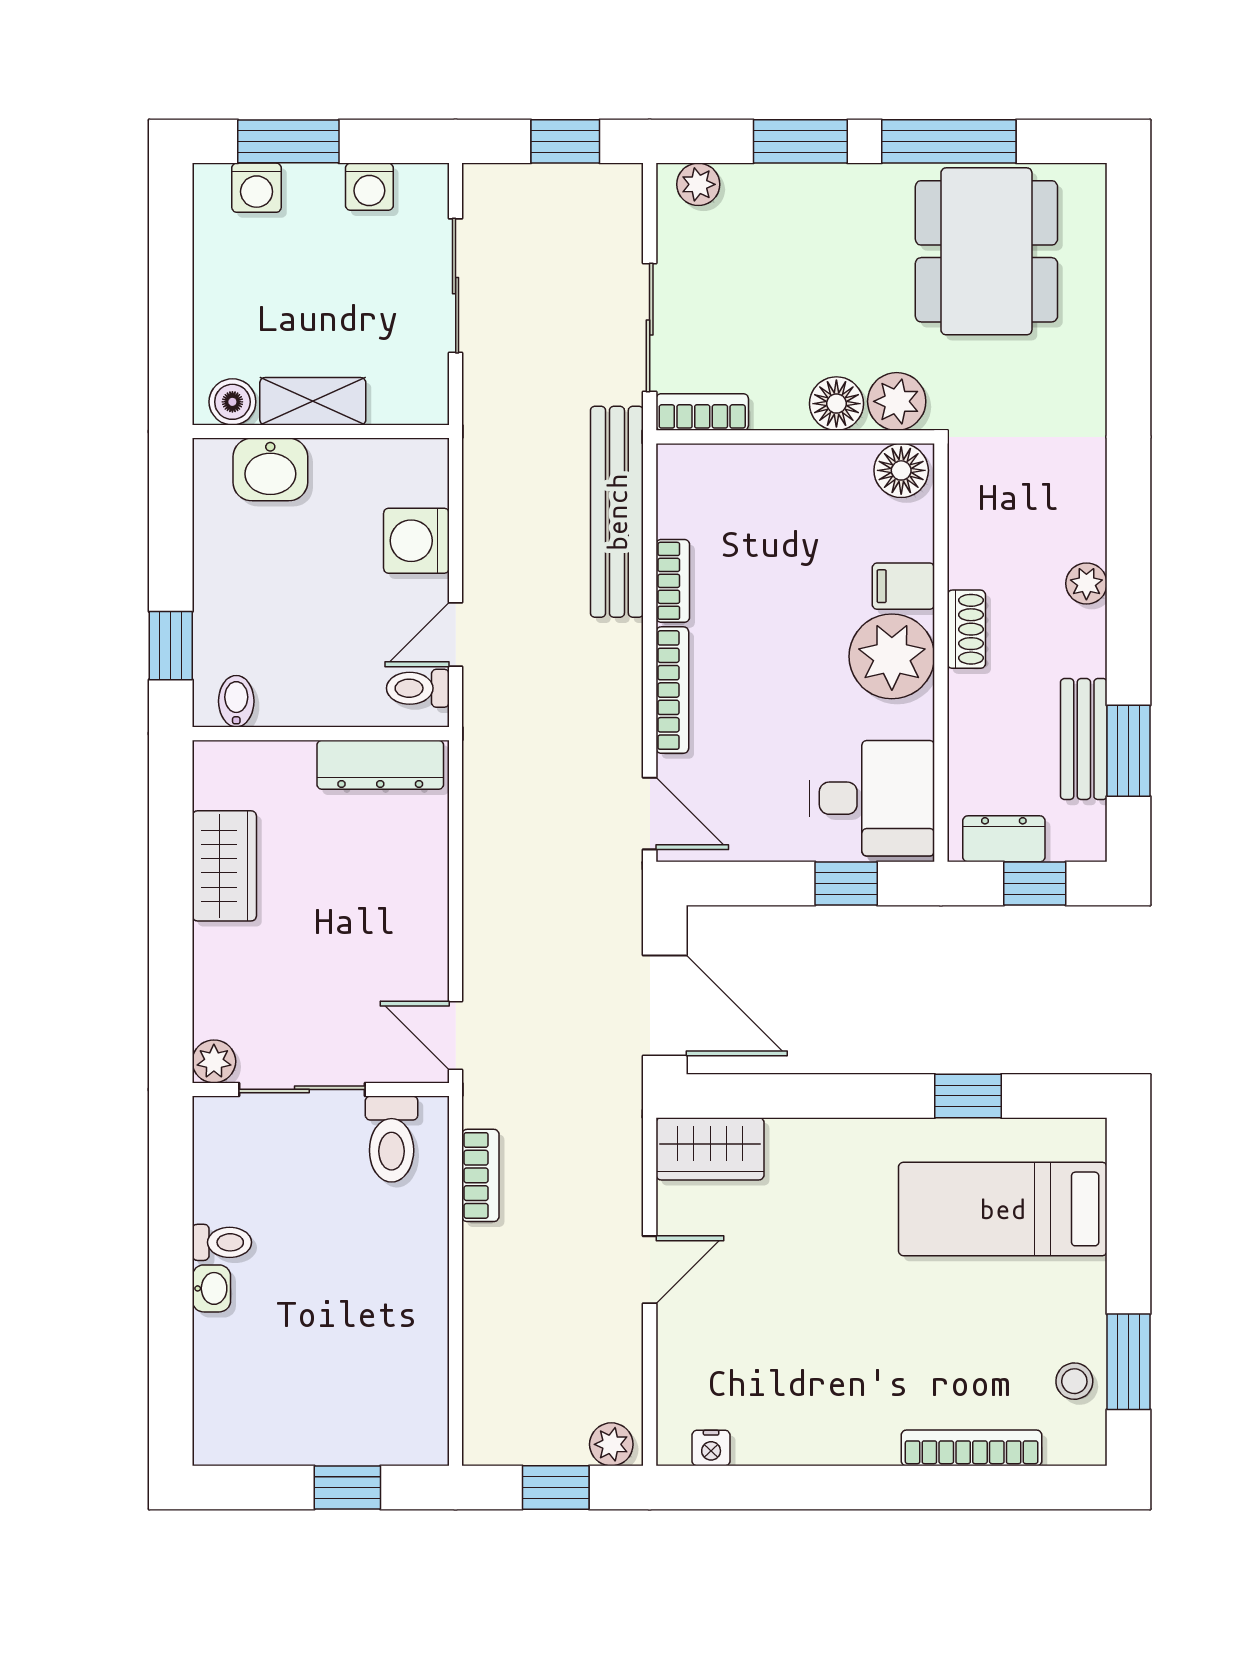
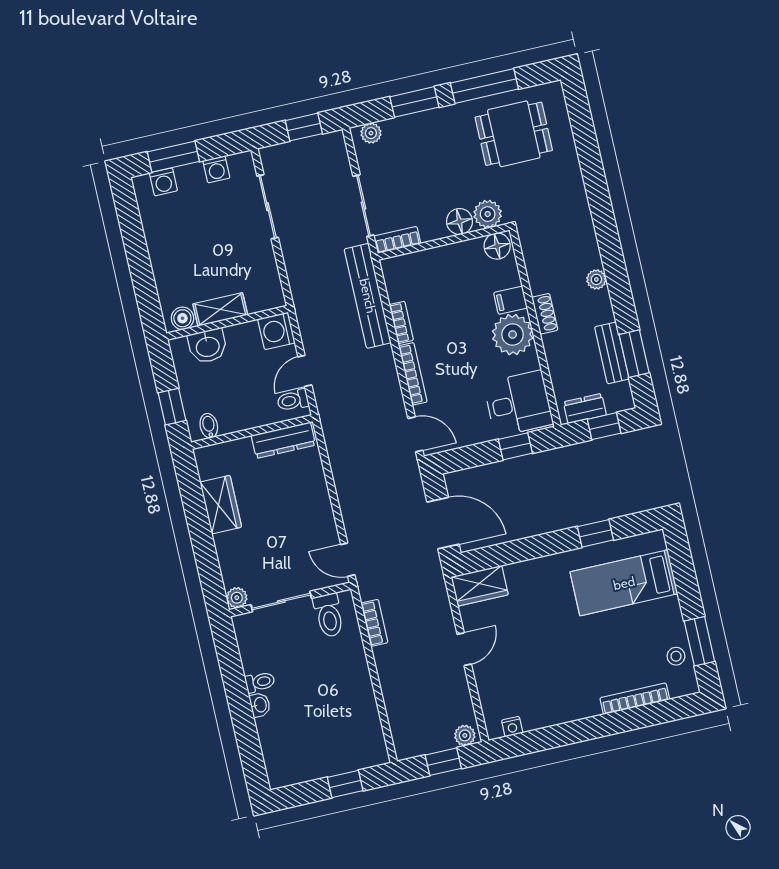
dining table: (986, 251) -> (514, 134), width x0.73
shelving: (313, 401) -> (220, 309), moved
boiler: (232, 402) -> (182, 318), moved
wall: (321, 432) -> (227, 323), moved
washbasin: (270, 469) -> (208, 346), moved

